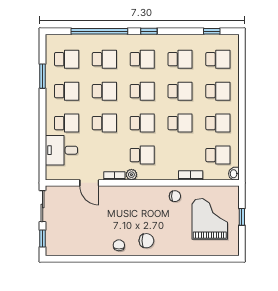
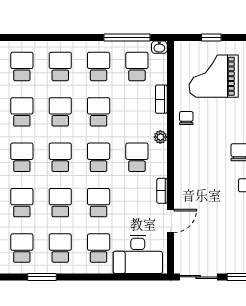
window: (242, 147) -> (127, 38), added
desk: (61, 150) -> (138, 254), width x1.37
plant: (131, 175) -> (160, 137), moved

